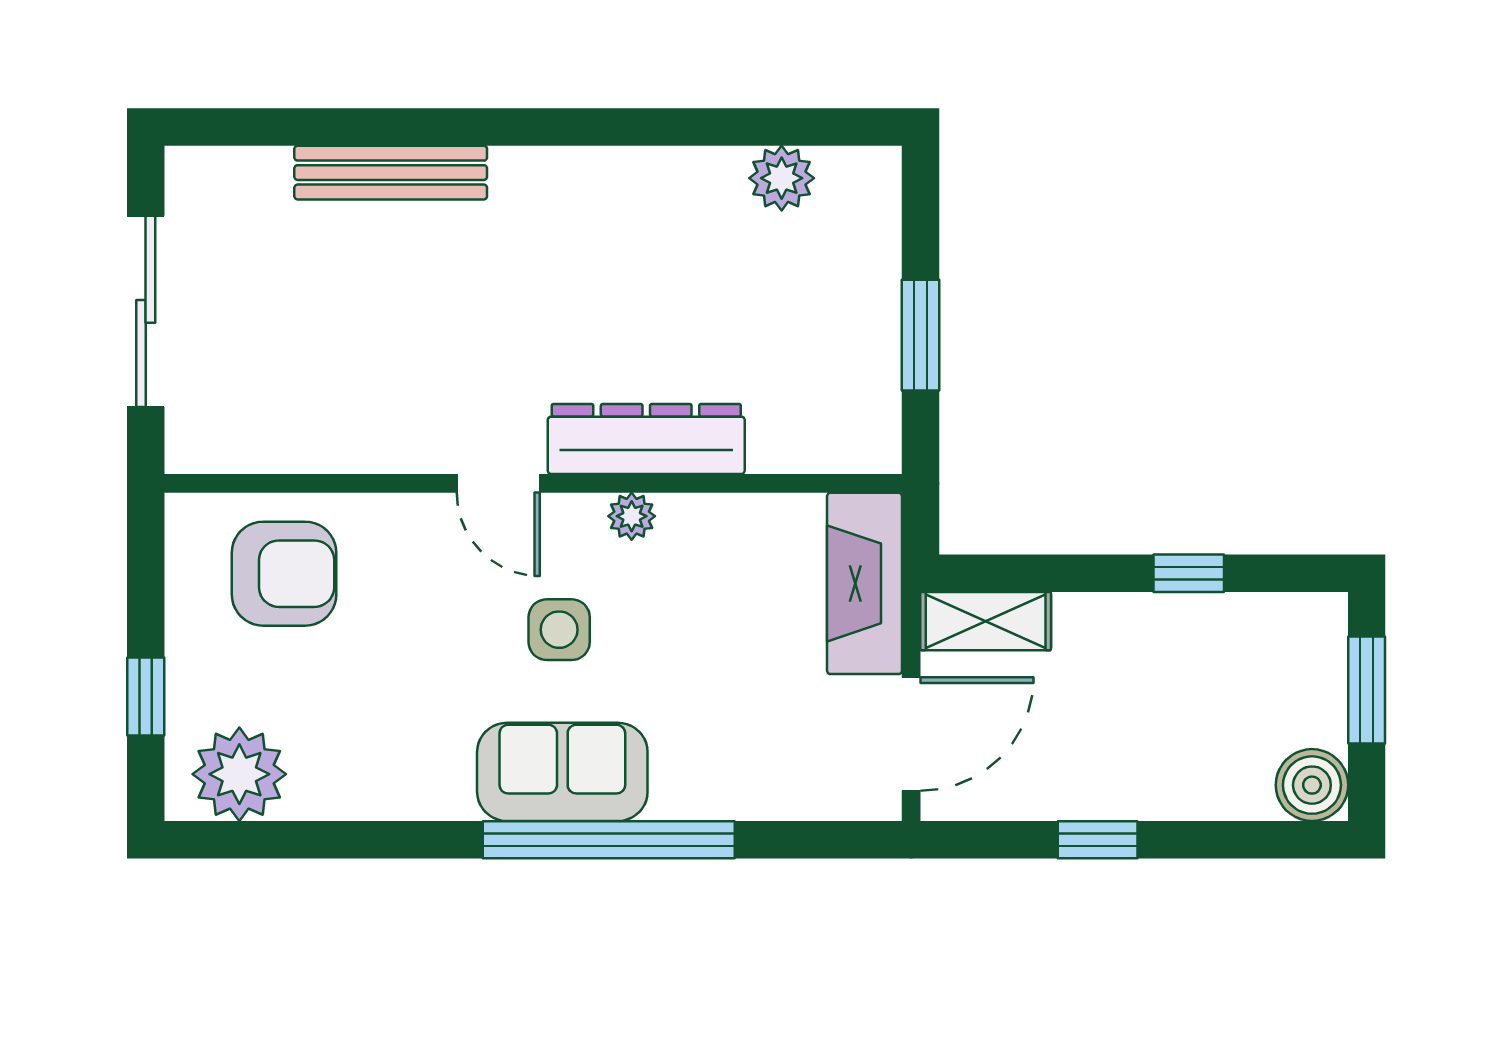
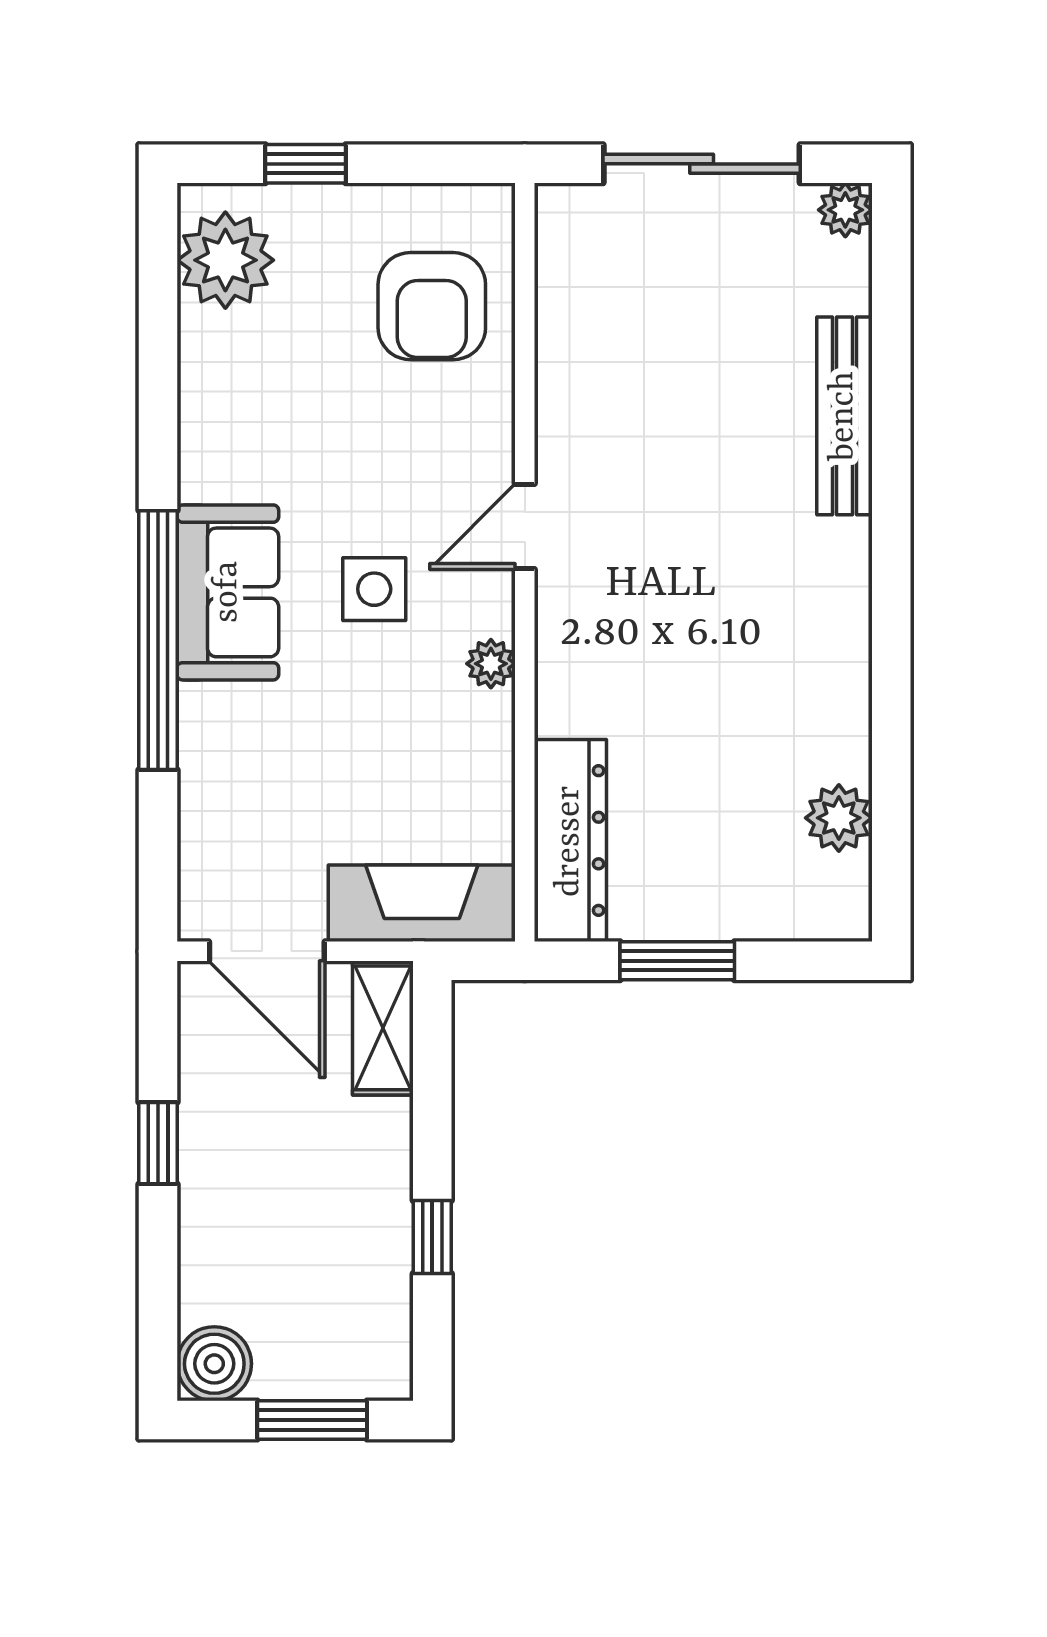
plant: (191, 172) -> (845, 210), added
dresser: (646, 439) -> (570, 841), moved

